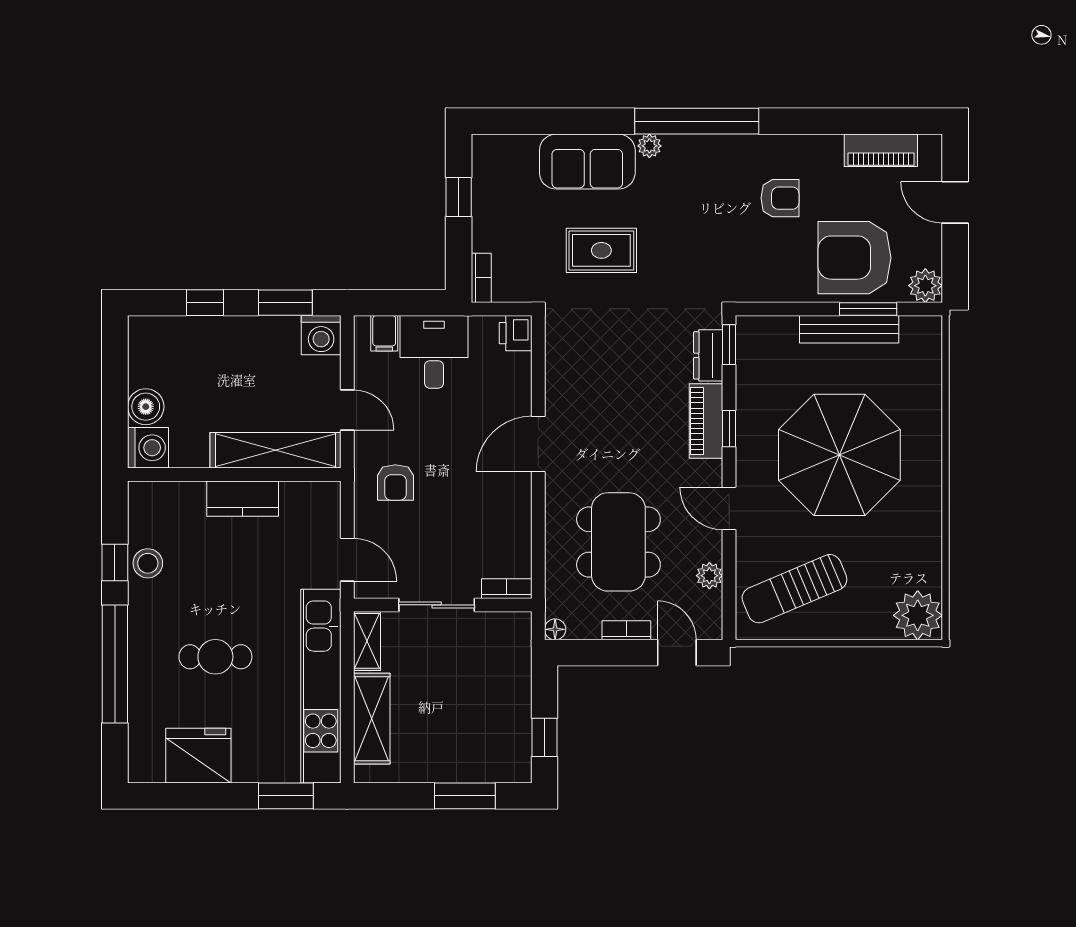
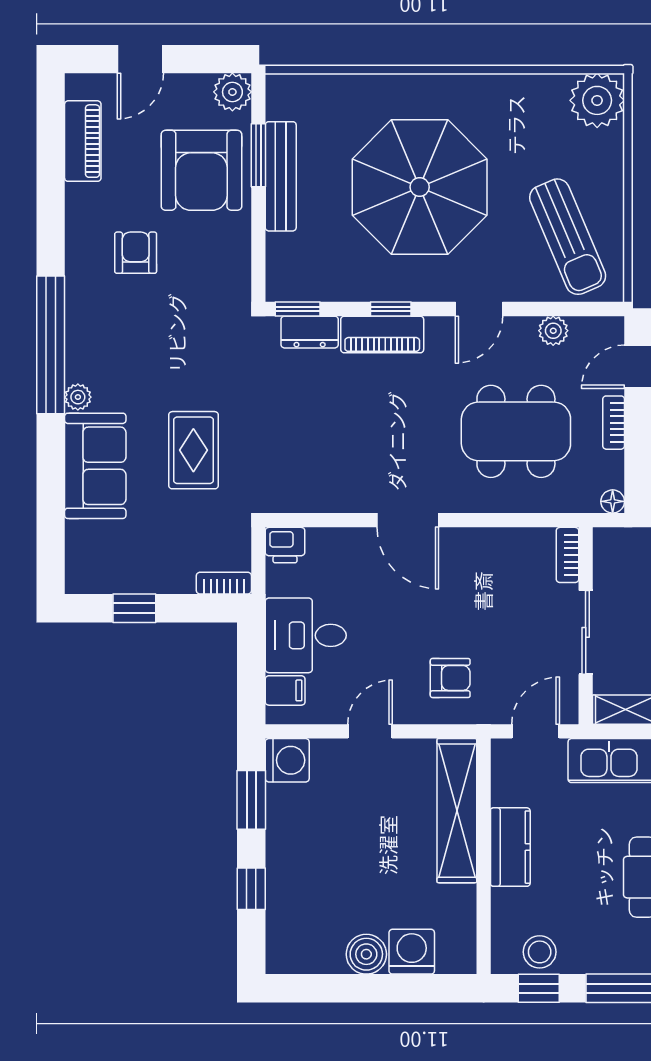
shelving: (275, 450) -> (457, 811), moved
wall: (234, 474) -> (484, 856), moved
kitchen counter: (243, 499) -> (510, 847), moved

